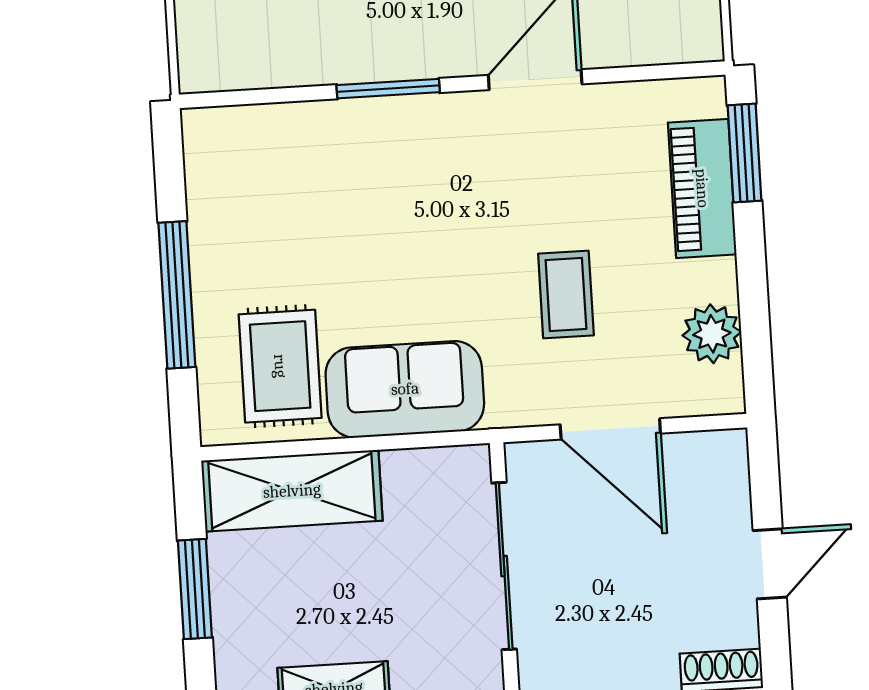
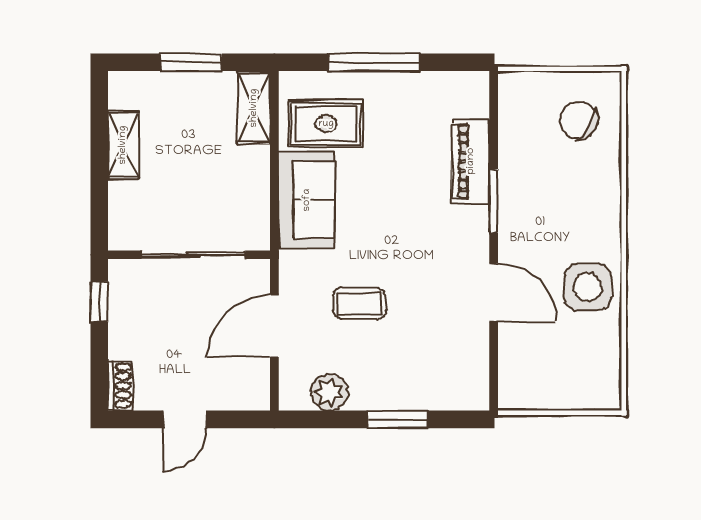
window: (745, 153) -> (398, 419), moved
piano: (702, 188) -> (471, 161), moved, turned -90
shelving: (292, 491) -> (254, 108), width x0.67, depth x0.75
door: (770, 564) -> (185, 419), hinge flipped

